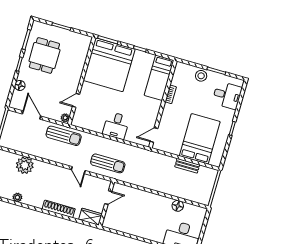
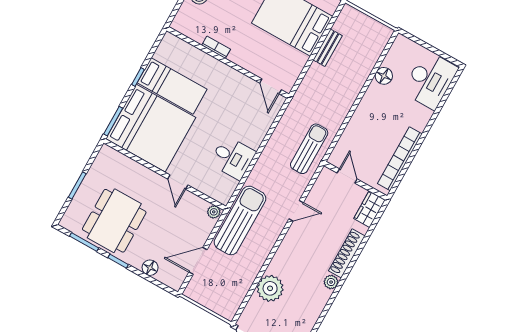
dining table: (44, 55) -> (114, 221), width x1.38
bed: (159, 78) -> (172, 86), moved
door: (76, 100) -> (178, 182), moved
desk: (116, 125) -> (233, 158), moved
sun lounger: (64, 136) -> (240, 220), width x1.36, depth x1.34
sun lounger: (108, 163) -> (309, 149), moved
plant: (17, 197) -> (331, 282), moved
bookcase: (127, 229) -> (400, 159), added

